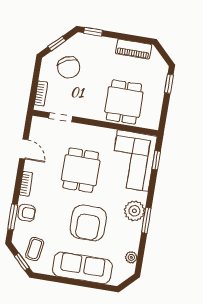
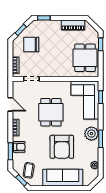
chair: (69, 67) -> (31, 44), turned 115
dining table: (124, 102) -> (85, 58), moved

